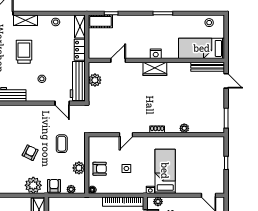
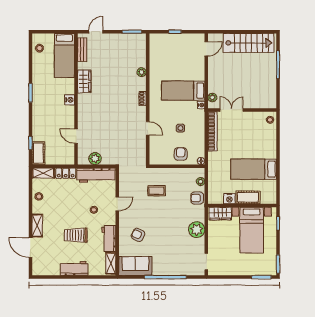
trolley: (24, 52) -> (76, 235), moved
bench: (208, 67) -> (82, 50), width x0.73
wardrobe: (155, 69) -> (84, 81), moved
door: (62, 103) -> (117, 204), moved
armchair: (30, 153) -> (138, 235), moved
plant: (79, 168) -> (180, 174), removed
plant: (33, 185) -> (197, 230), moved

